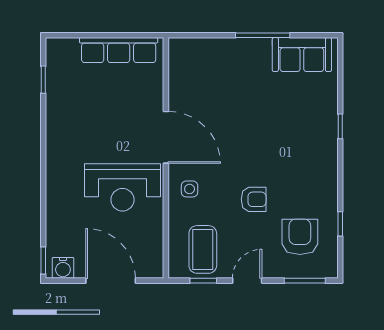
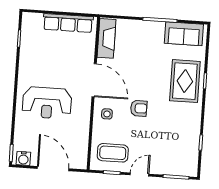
fireplace: (181, 70) -> (107, 38), added
rug: (309, 129) -> (185, 81), added
reception desk: (122, 187) -> (47, 103), moved
armchair: (254, 199) -> (139, 108), moved
armchair: (300, 237) -> (175, 149), removed
coffee table: (203, 249) -> (113, 153), turned 90

